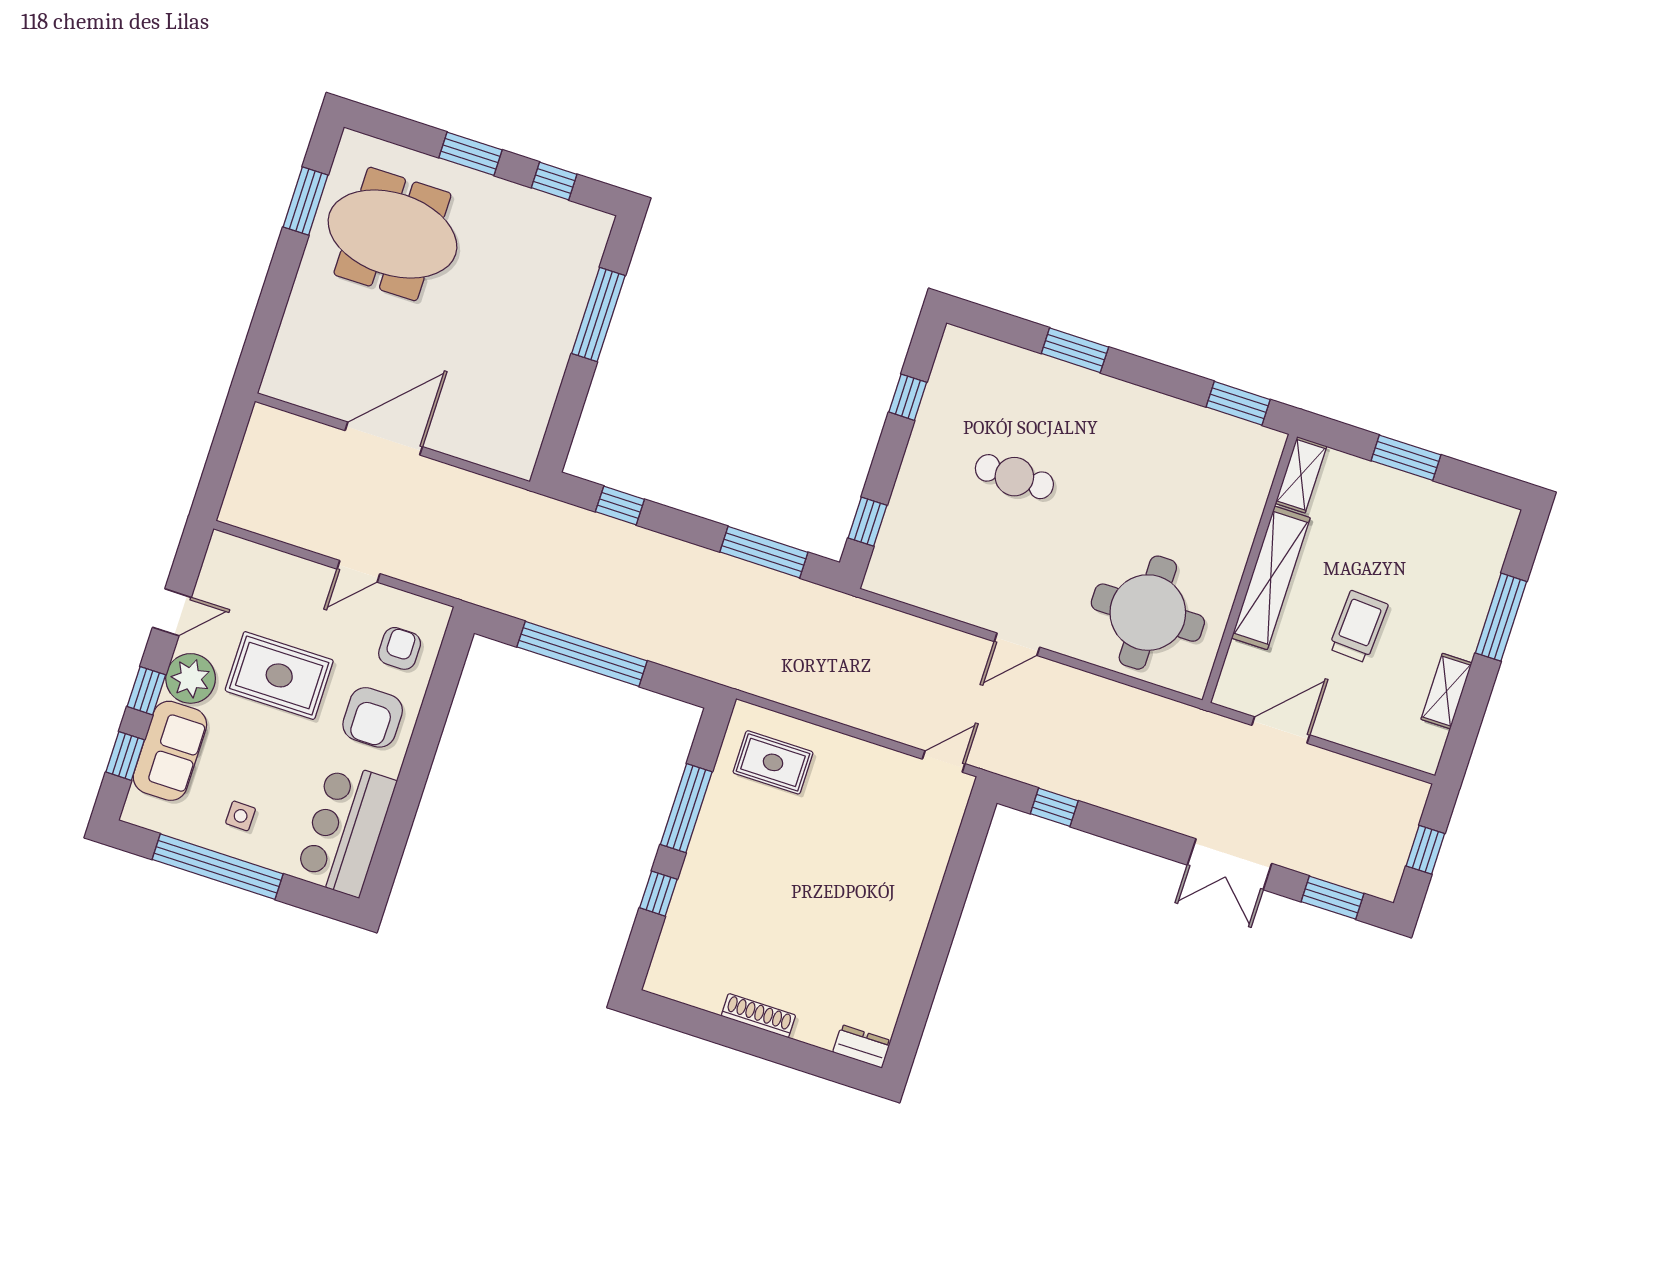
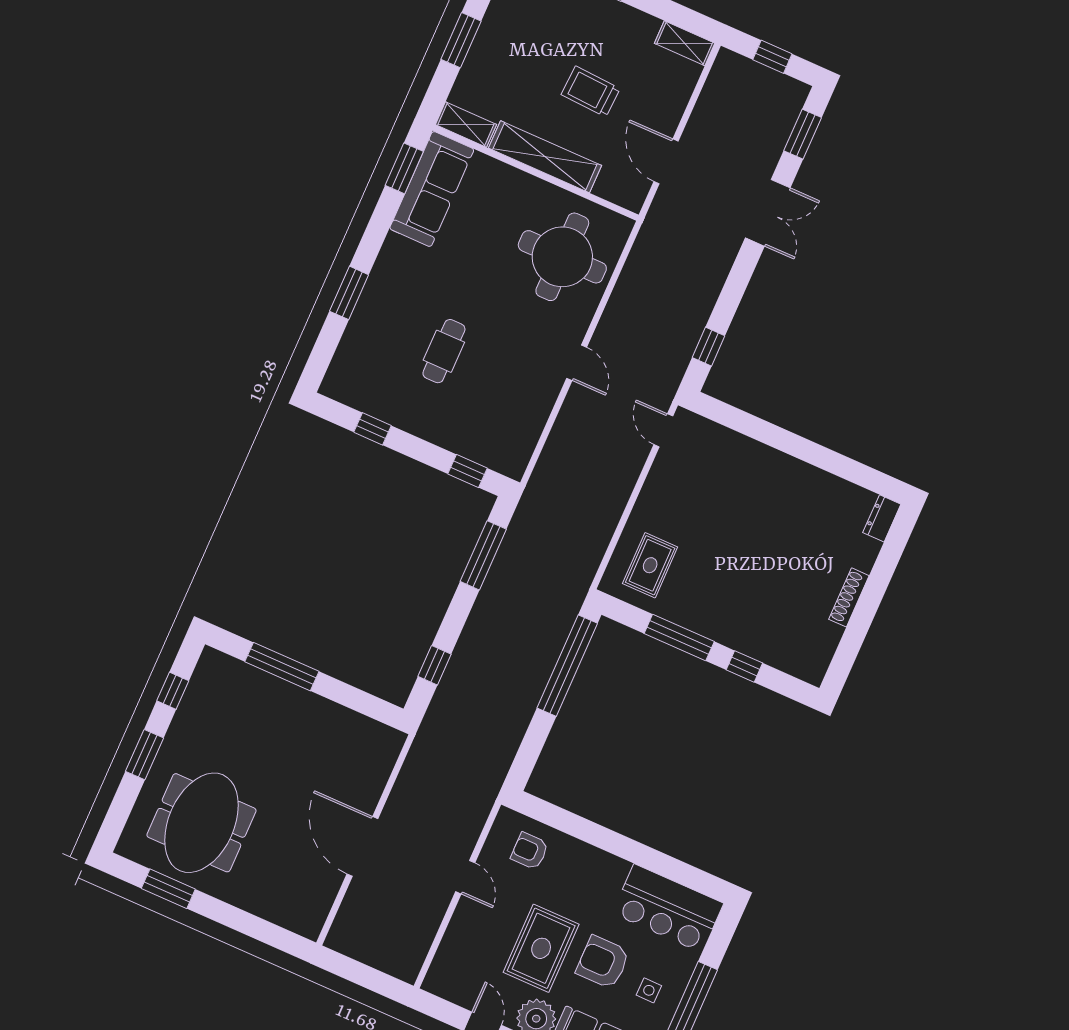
sofa: (1216, 440) -> (432, 189), added
window: (582, 654) -> (567, 666), moved
shelving: (1446, 691) -> (685, 43), moved
armchair: (373, 717) -> (603, 962), moved, turned 180

